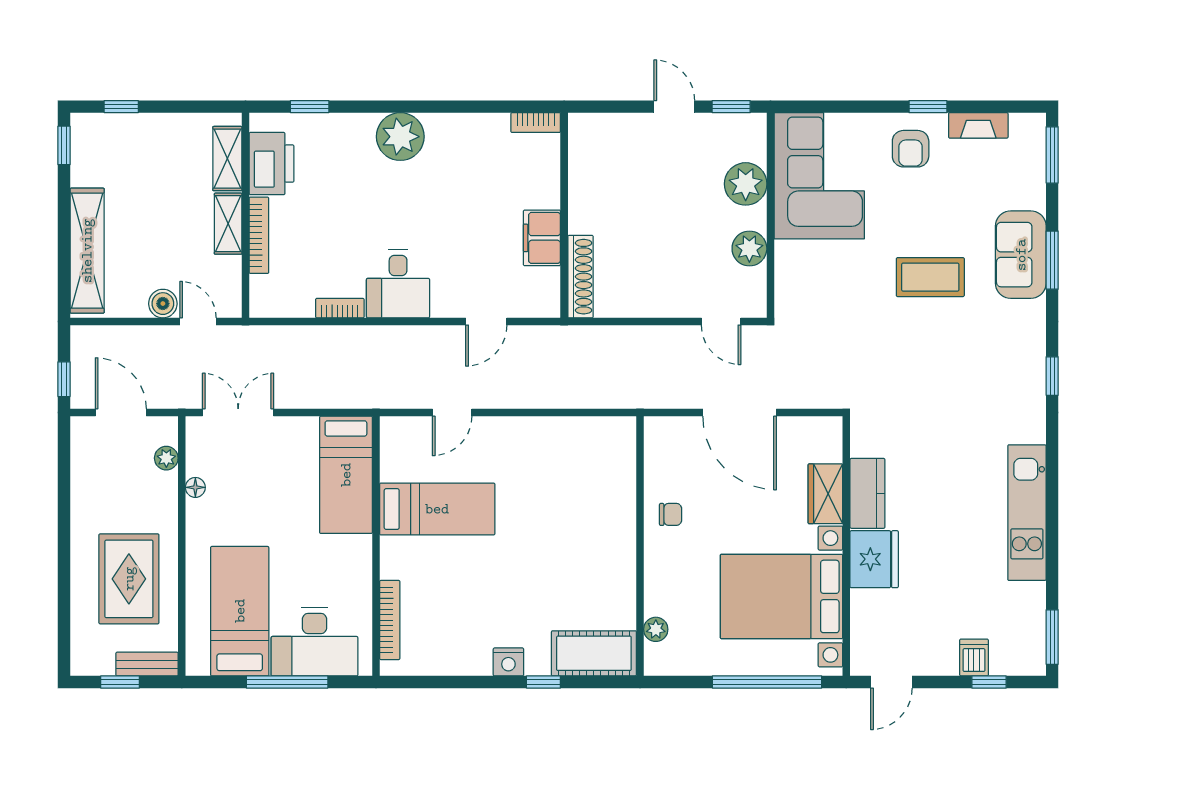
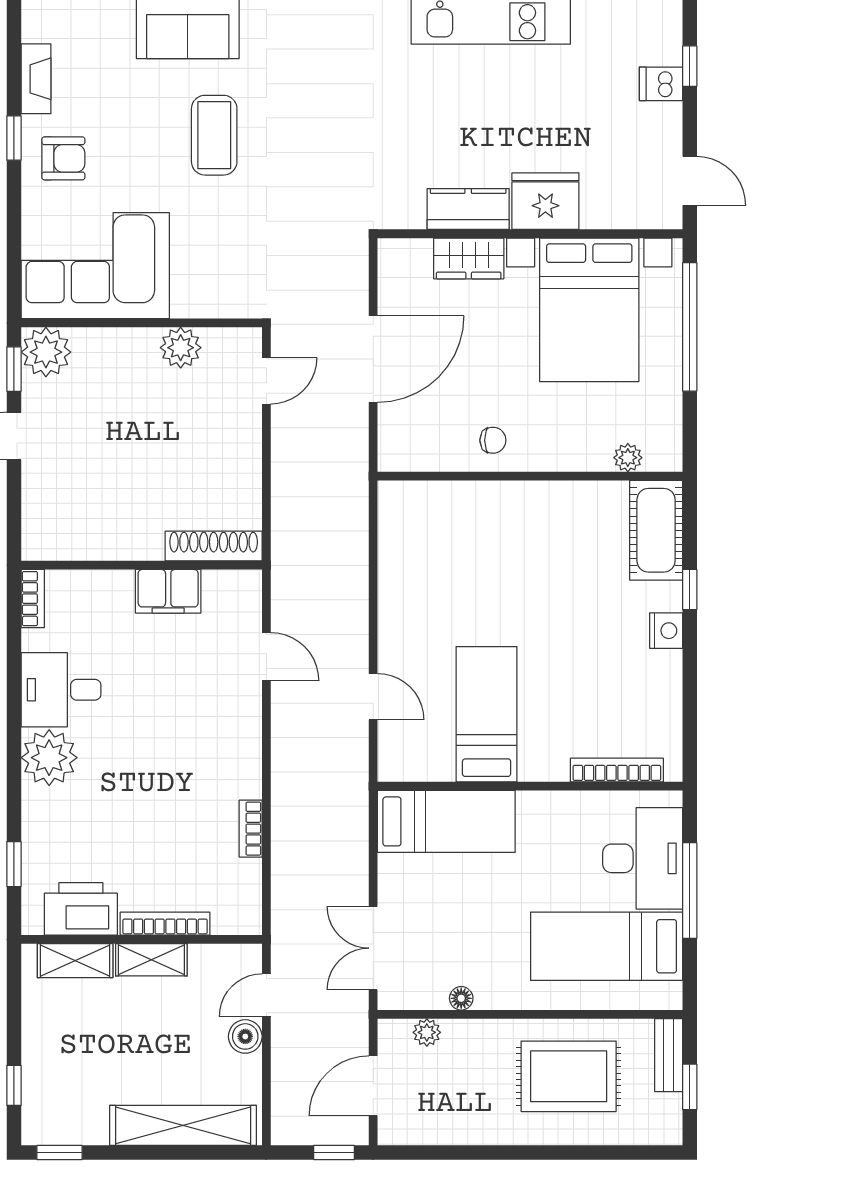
plant: (746, 184) -> (46, 352), moved
desk: (398, 284) -> (61, 690), moved, turned 180
chair: (671, 514) -> (493, 440), turned 90

